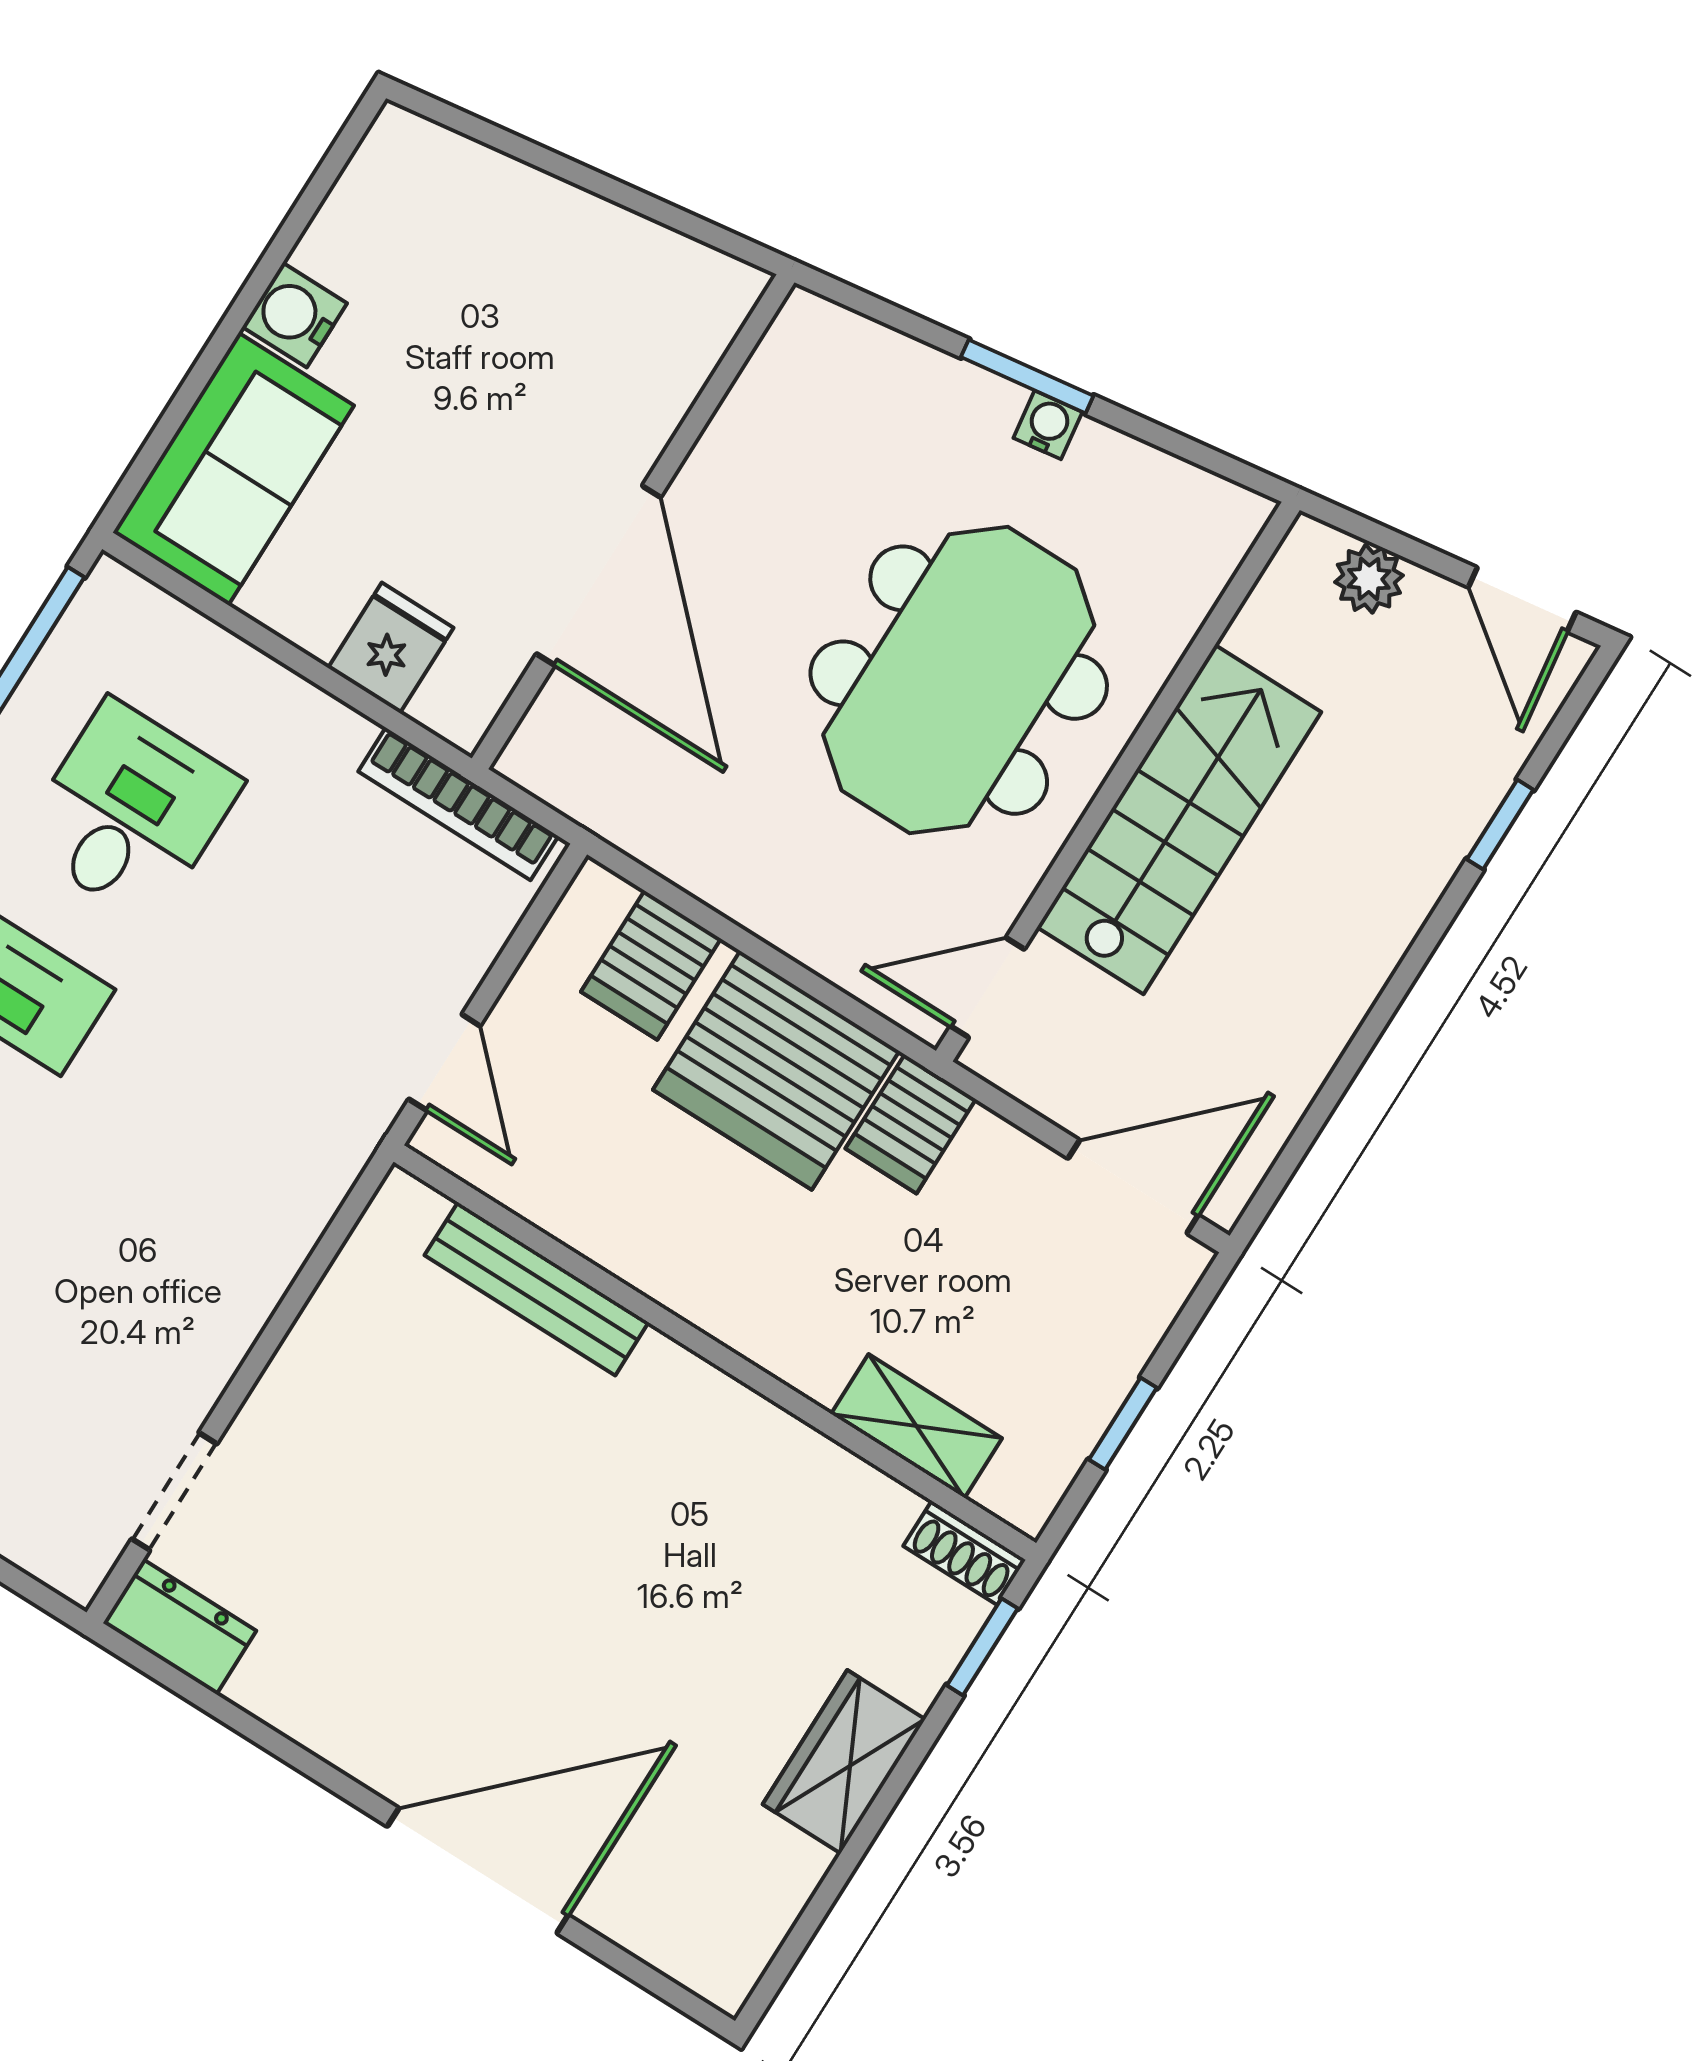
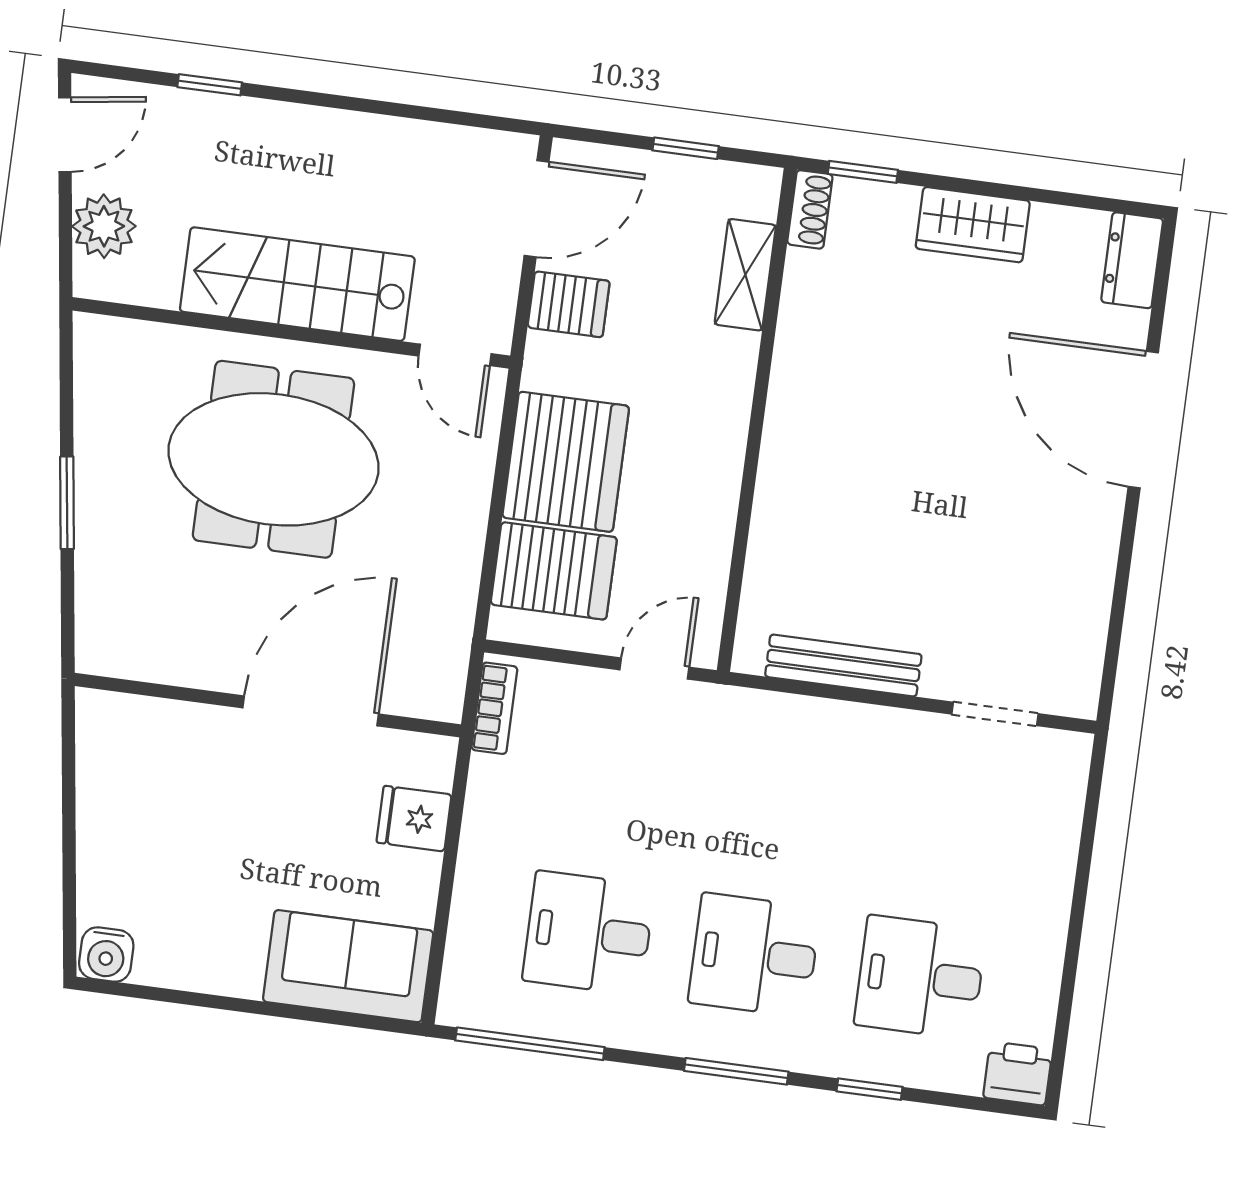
water cooler: (295, 315) -> (106, 955), moved
water cooler: (1048, 425) -> (91, 476), removed
plant: (1369, 579) -> (104, 226), width x1.38, depth x1.38
bookcase: (458, 804) -> (494, 708), width x0.64
server rack: (651, 965) -> (554, 571), width x1.36, depth x1.44
server rack: (911, 1124) -> (569, 304), moved
door: (1133, 1187) -> (537, 209), swing flipped
bench: (537, 1289) -> (843, 665), moved, turned 90
dresser: (180, 1627) -> (1132, 260), moved

